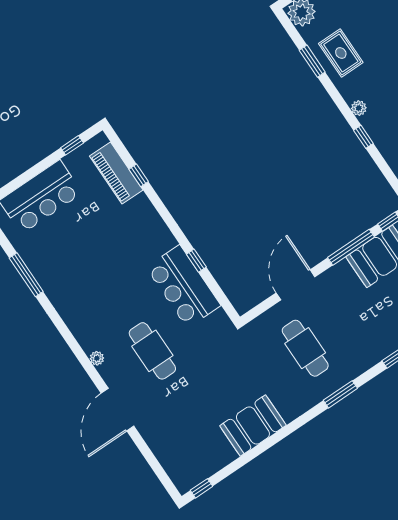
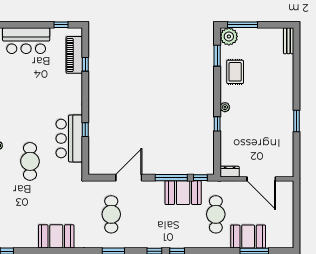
window: (312, 61) -> (217, 56), moved

